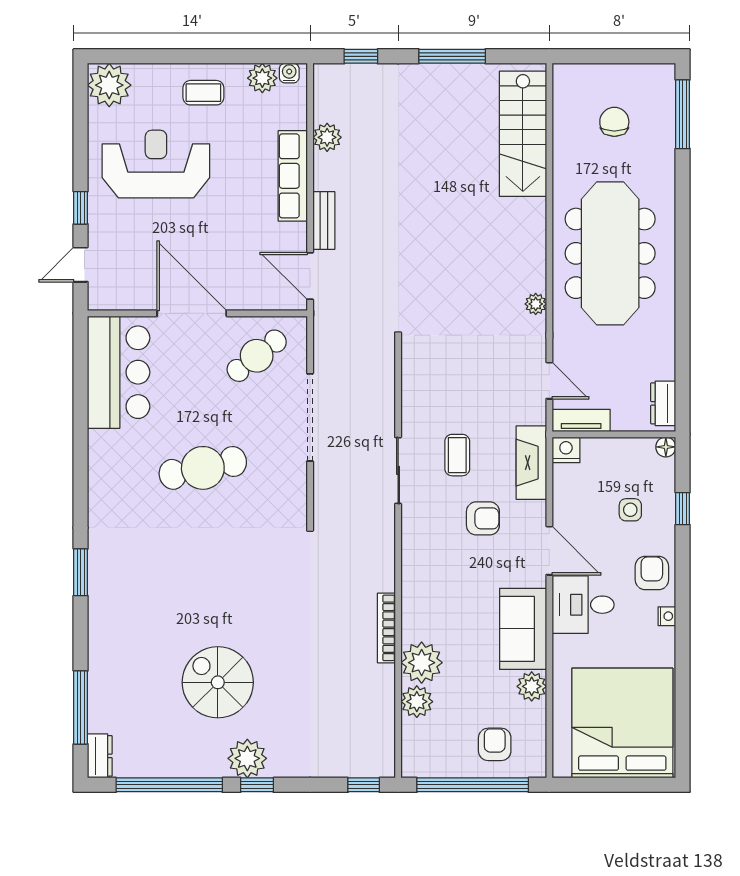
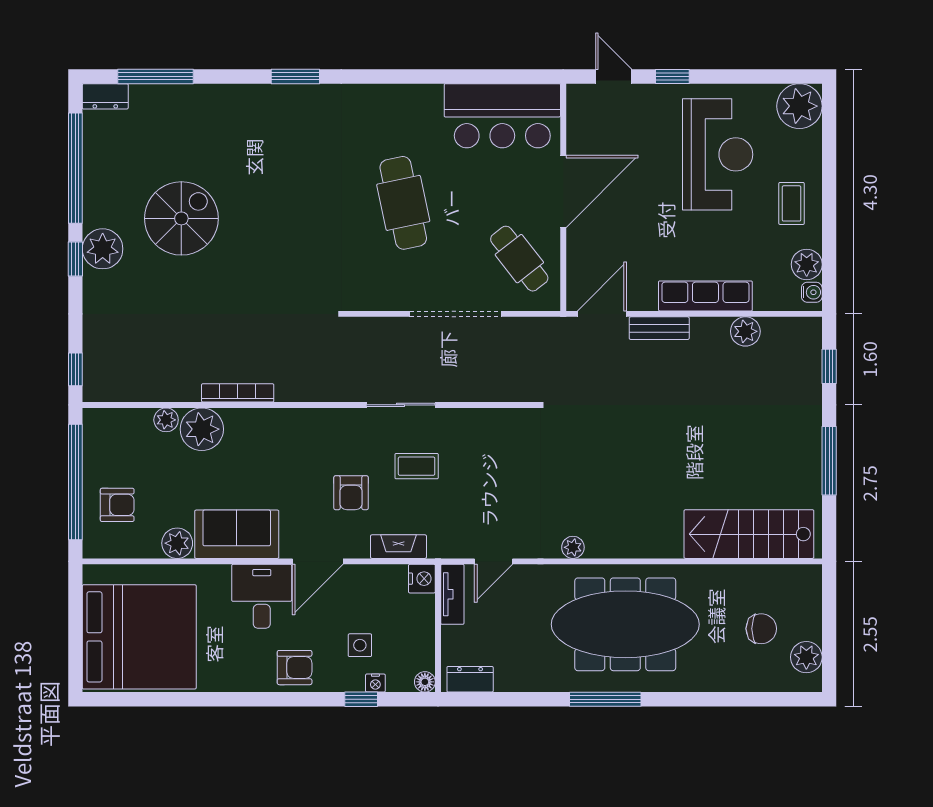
plant: (642, 78) -> (806, 657), added
window: (683, 114) -> (605, 699), moved
fireplace: (531, 463) -> (398, 547), width x0.73, depth x0.76
nightstand: (667, 616) -> (375, 683), moved
plant: (417, 702) -> (166, 420), width x0.73, depth x0.73

